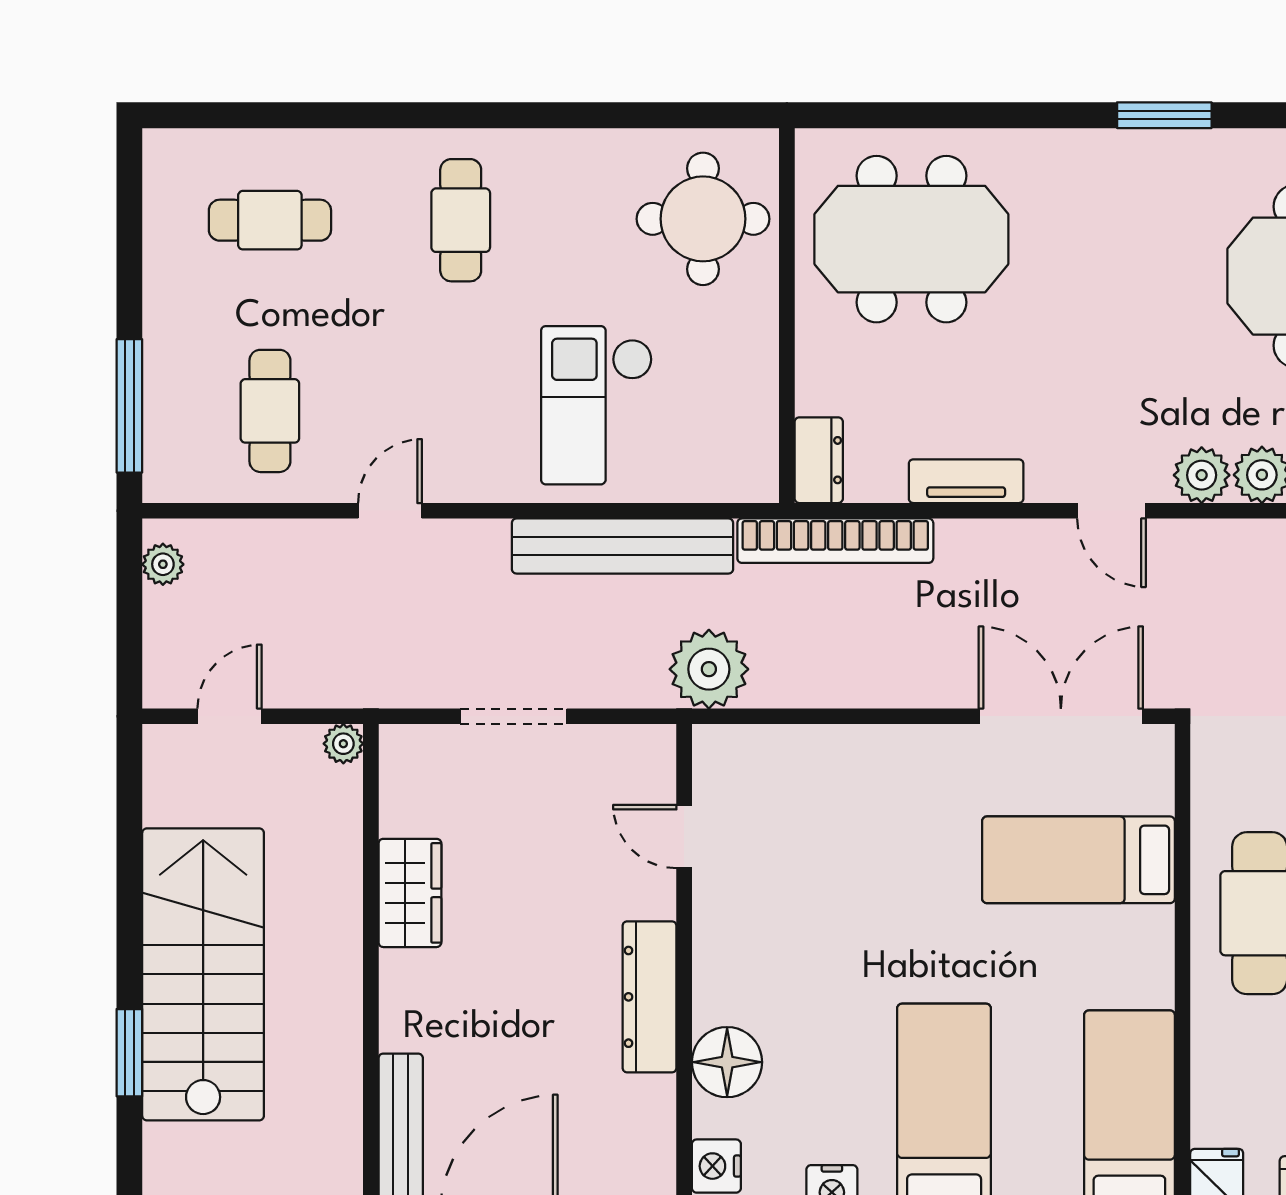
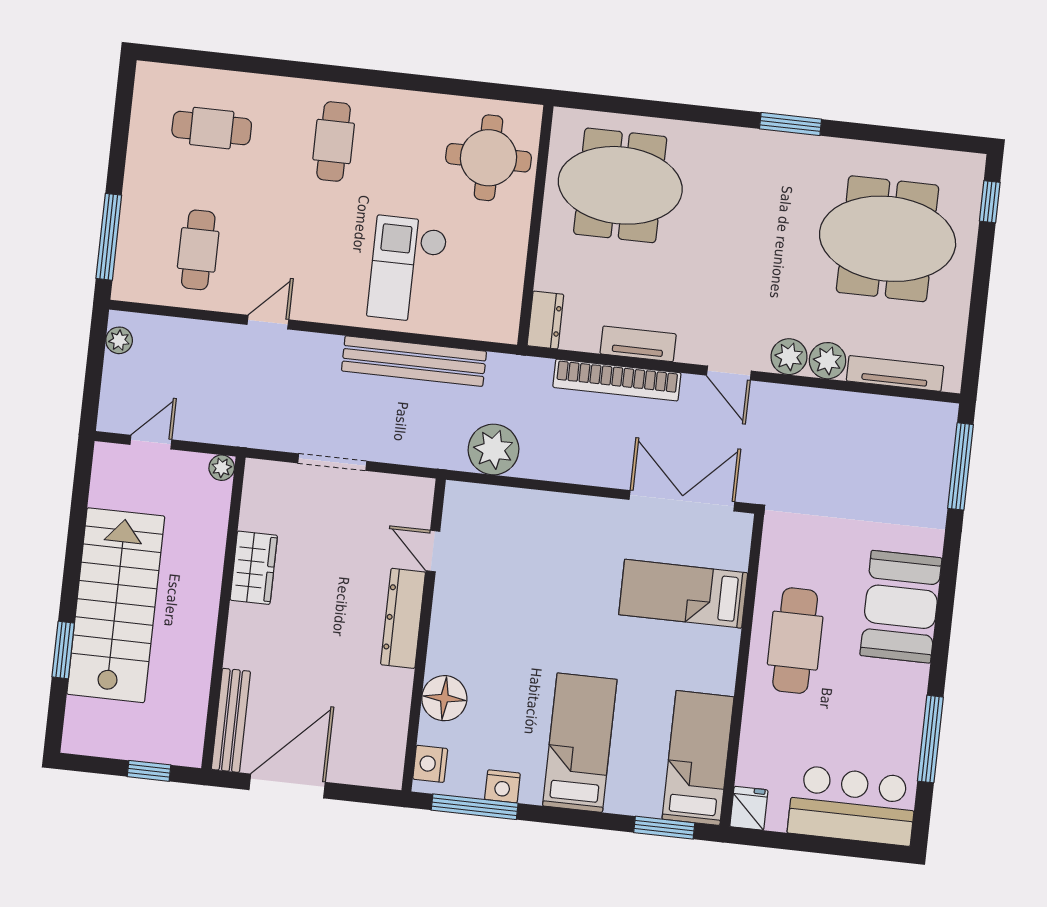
bookcase: (835, 541) -> (617, 380), moved
plant: (709, 669) -> (493, 449), moved
dresser: (650, 997) -> (403, 618), moved

